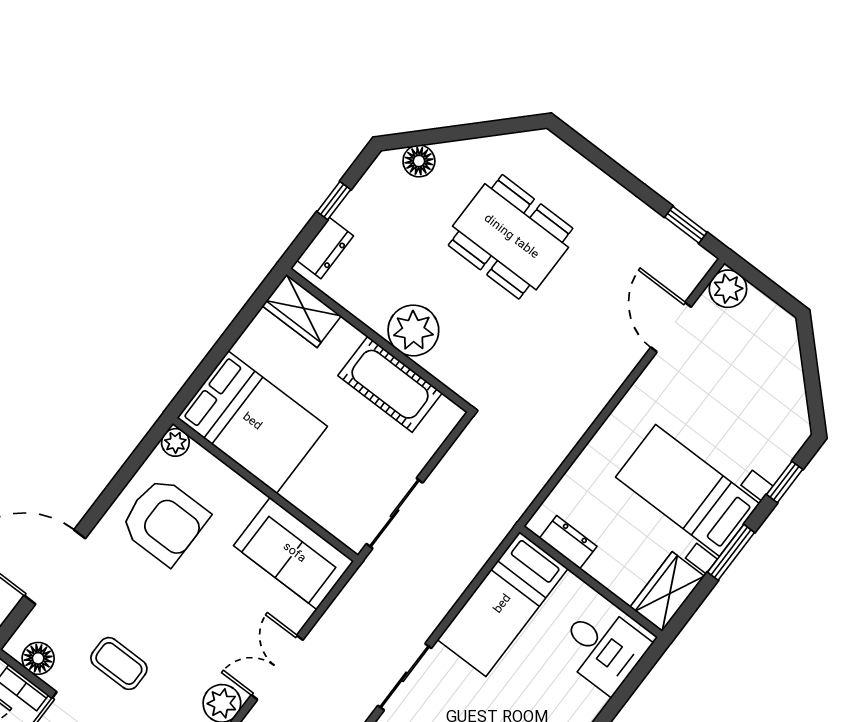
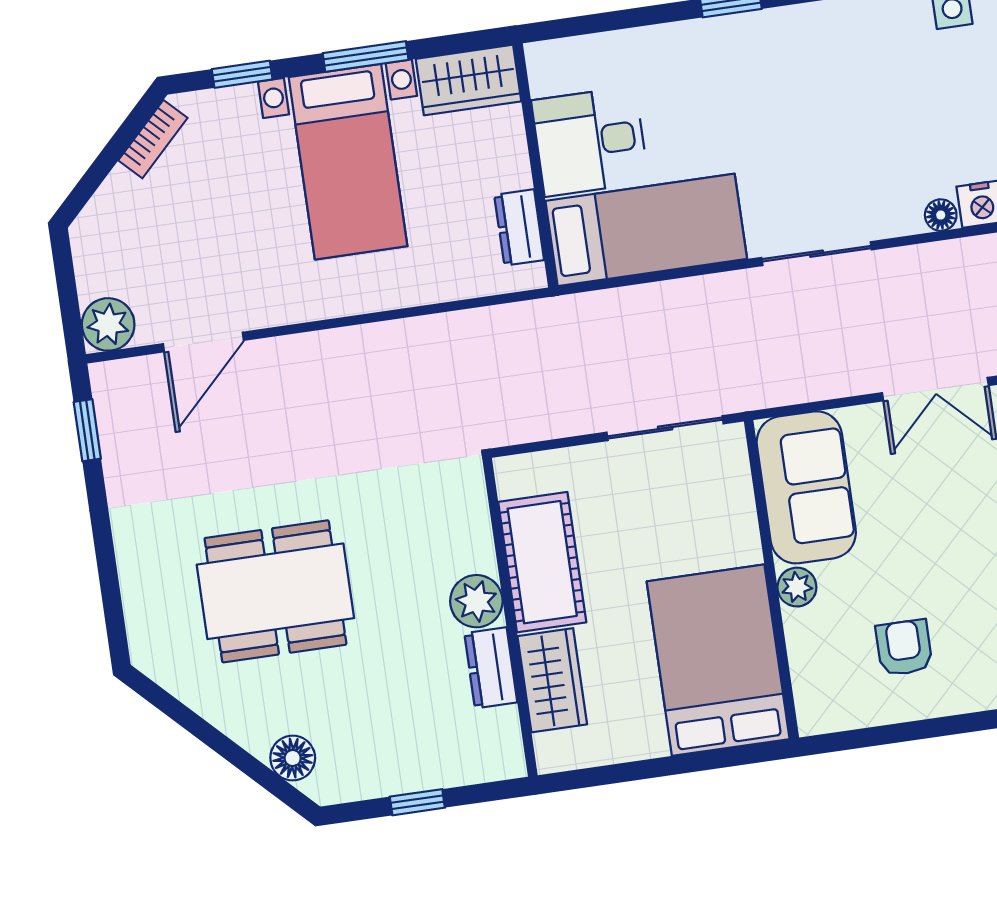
dining table: (511, 237) -> (275, 591), turned 90
dresser: (325, 248) -> (491, 668), moved, turned -90
wardrobe: (302, 311) -> (552, 680), moved
plant: (413, 330) -> (476, 601), width x0.73, depth x0.73
bookcase: (797, 405) -> (153, 139), added
plant: (175, 442) -> (797, 587), moved
armchair: (164, 521) -> (904, 648), width x0.53, depth x0.53
desk: (603, 648) -> (590, 141), moved, turned -90

